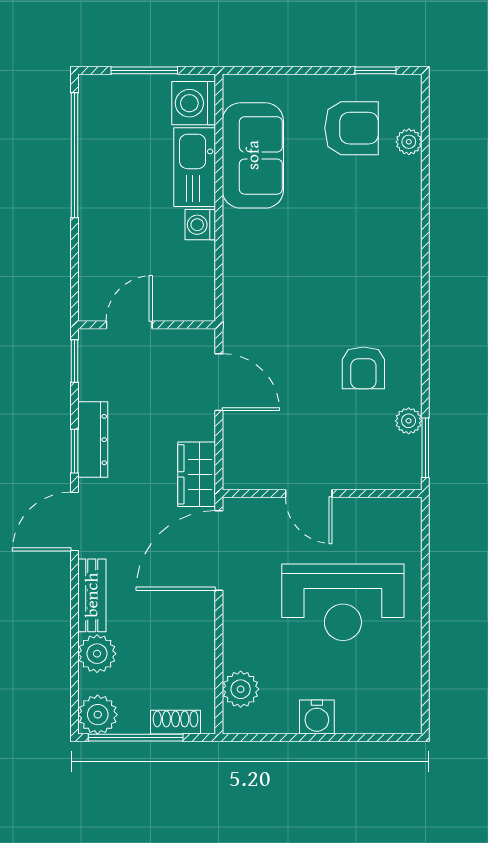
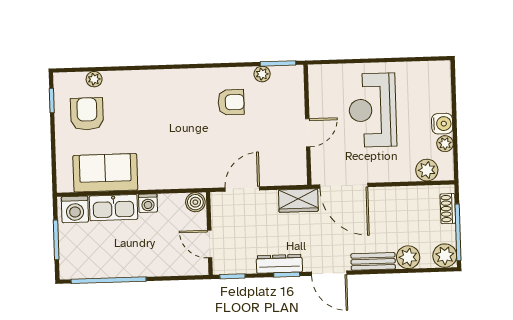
boiler: (199, 303) -> (195, 202), added
reception desk: (343, 602) -> (373, 110), turned 180
plant: (283, 721) -> (445, 144), added

